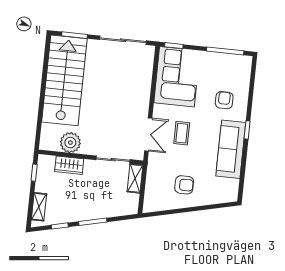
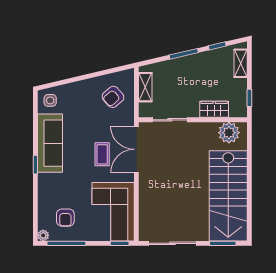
plant: (247, 61) -> (43, 235), added
armchair: (224, 100) -> (65, 218), moved
double door: (148, 134) -> (136, 149), width x1.37
plant: (70, 143) -> (229, 133), moved
shelving: (135, 178) -> (145, 87), moved
armchair: (184, 185) -> (113, 97), moved, turned -41
side table: (226, 190) -> (50, 100), added

